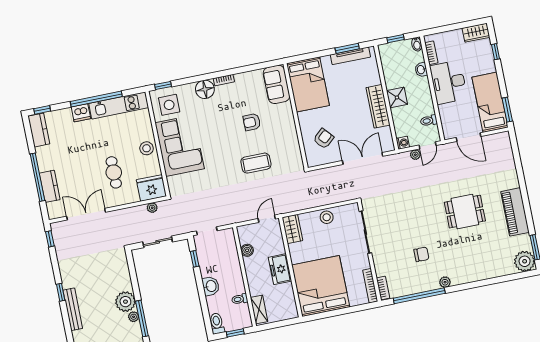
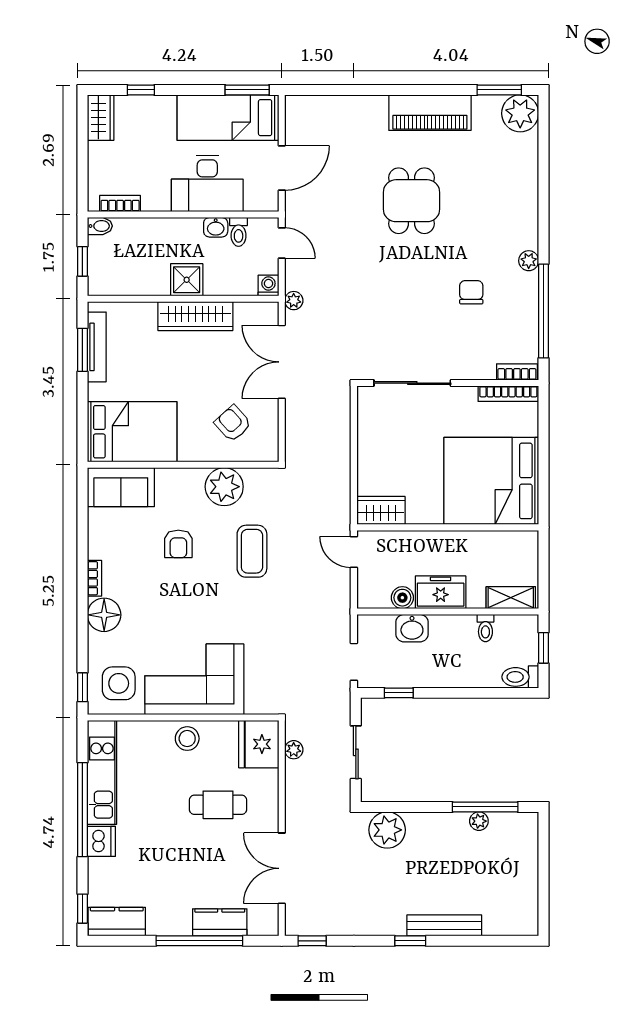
washbasin: (421, 70) -> (216, 227), moved
desk: (449, 82) -> (207, 184), moved
plant: (288, 141) -> (224, 487), added
plant: (415, 155) -> (294, 301), moved
stool: (327, 217) -> (372, 446), removed
freezer: (280, 269) -> (441, 592), moved, turned 180
washbasin: (211, 286) -> (412, 628), moved, turned 180
plant: (125, 302) -> (387, 830), moved

